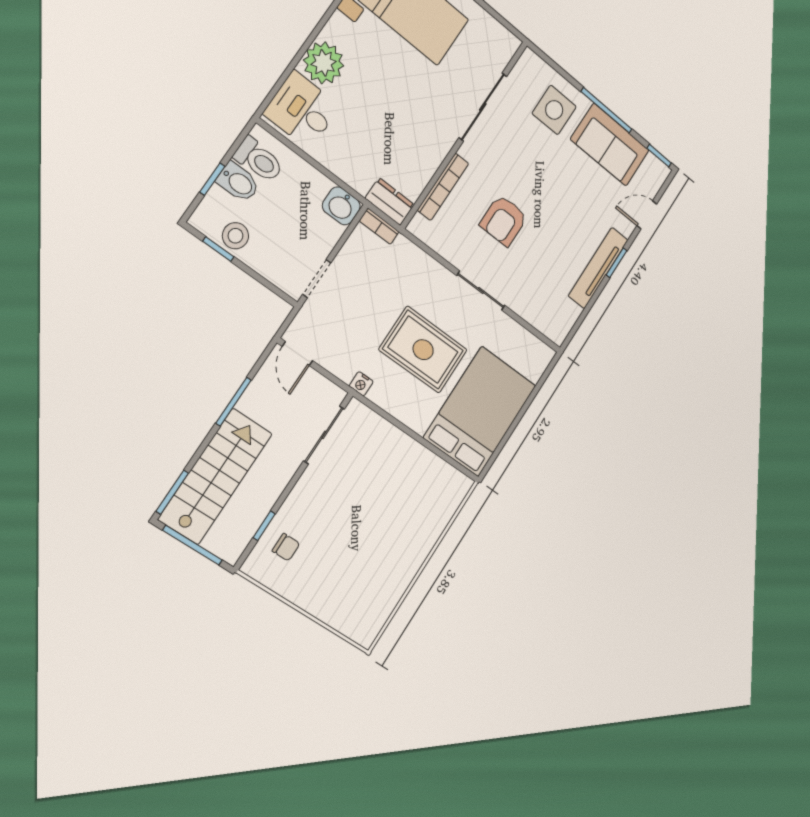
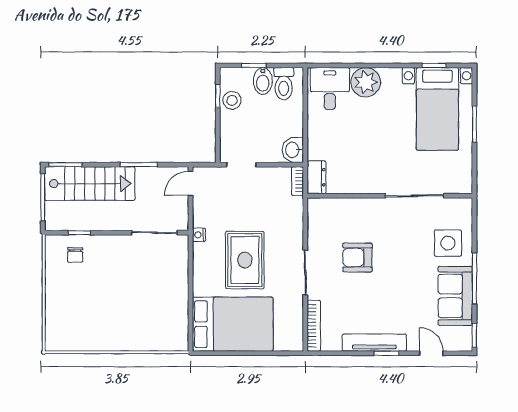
bookcase: (443, 187) -> (314, 326), moved, turned -90

